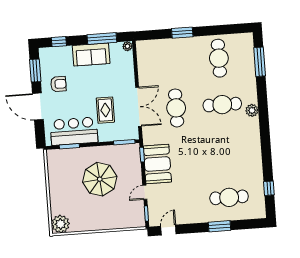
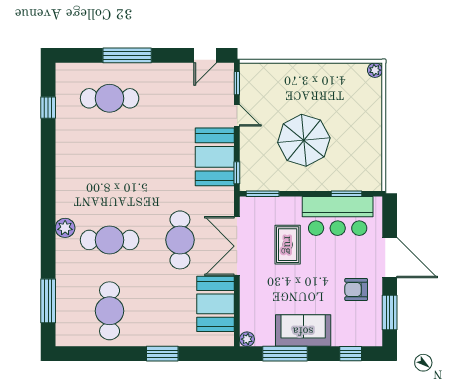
booth: (150, 68) -> (216, 304), added
door: (145, 192) -> (237, 115), hinge flipped
plant: (61, 224) -> (375, 70), width x0.53, depth x0.53
window: (220, 226) -> (127, 55), width x1.44

